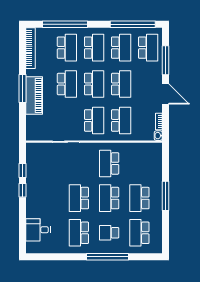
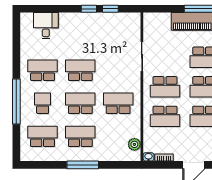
plant: (147, 149) -> (134, 144), added

